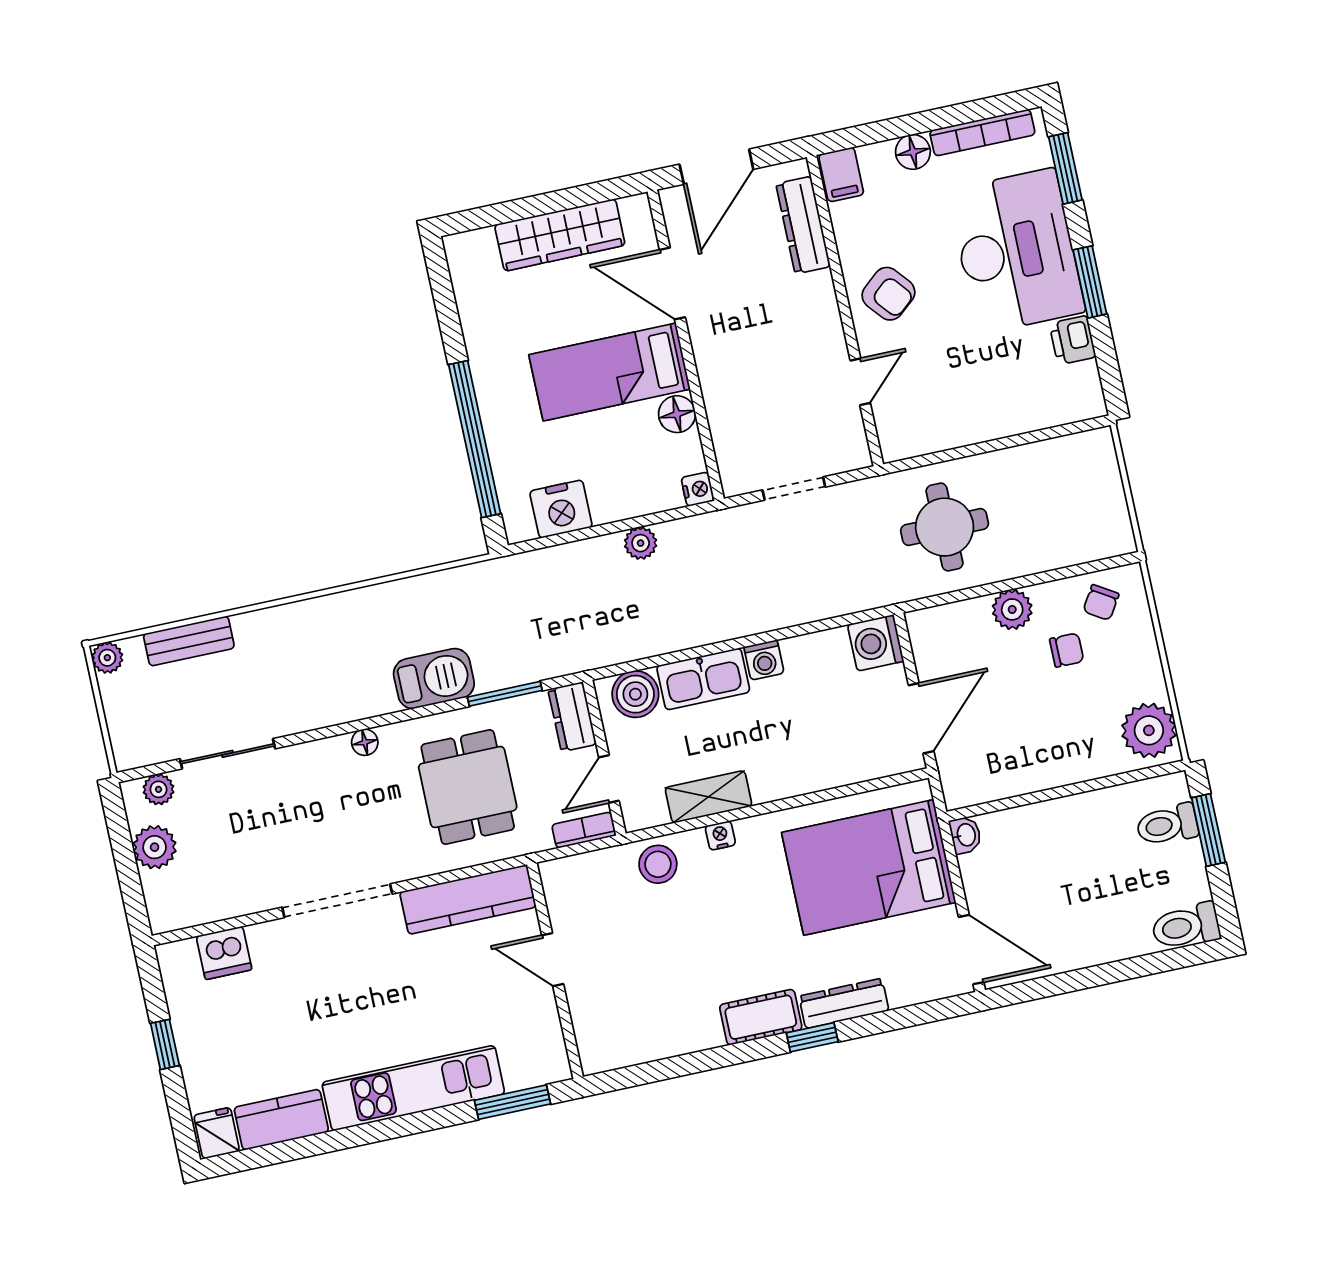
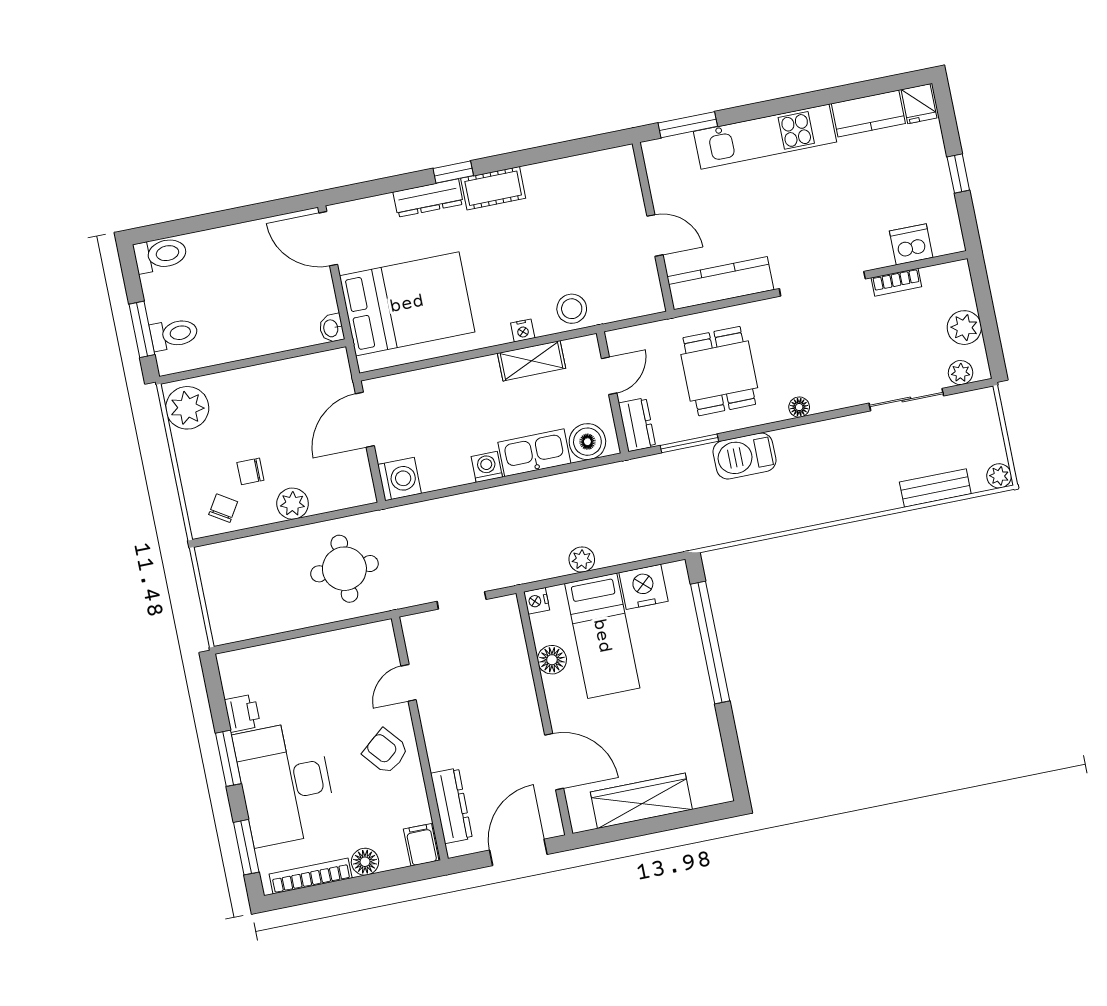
bed: (610, 372) -> (602, 636), moved, turned 90
bookcase: (584, 830) -> (896, 282), moved

